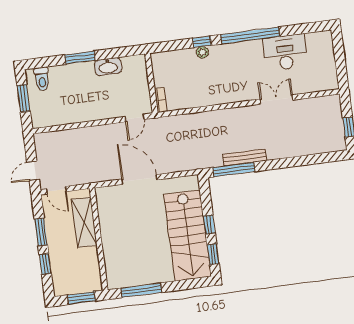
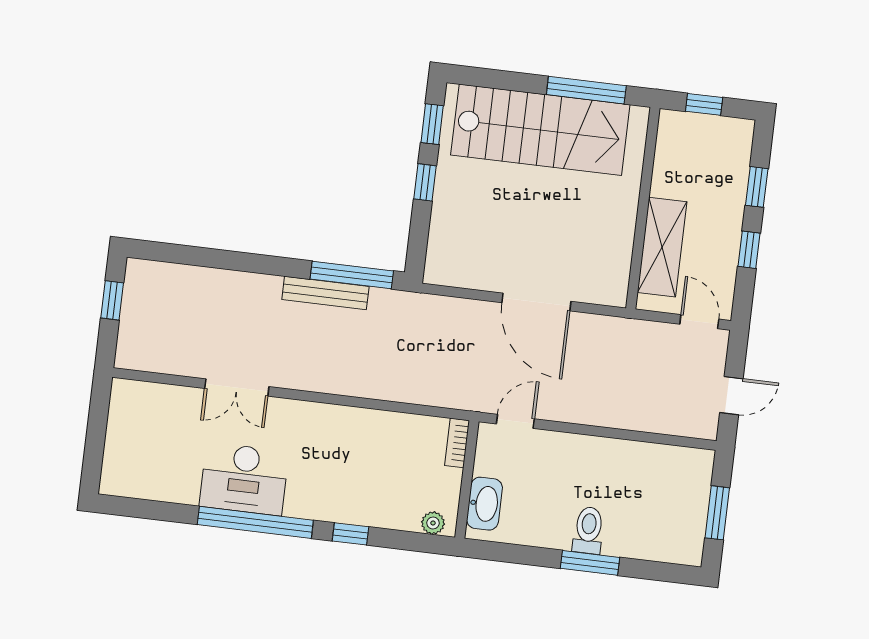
plant: (202, 52) -> (433, 523), moved
desk: (285, 52) -> (244, 479), moved
washbasin: (108, 67) -> (484, 504), moved, turned 90
toilet: (42, 79) -> (588, 530), moved
door: (33, 171) -> (731, 396), moved
window: (41, 232) -> (749, 250), width x0.67
stairs: (188, 235) -> (540, 130), moved, turned 90
window: (81, 298) -> (704, 104), width x0.67

